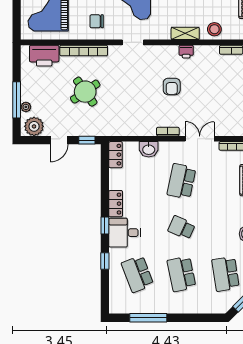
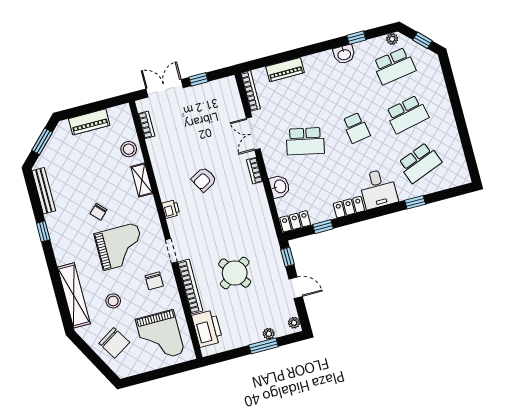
doorway: (133, 42) -> (171, 251), moved
printer: (186, 52) -> (171, 209), moved
armchair: (172, 86) -> (204, 179), turned 152
window: (17, 100) -> (264, 346), width x0.69
plant: (34, 126) -> (294, 323), width x0.53, depth x0.53
window: (105, 225) -> (323, 227), moved
school desk: (181, 228) -> (356, 128), turned -33
window: (148, 318) -> (465, 138), removed

